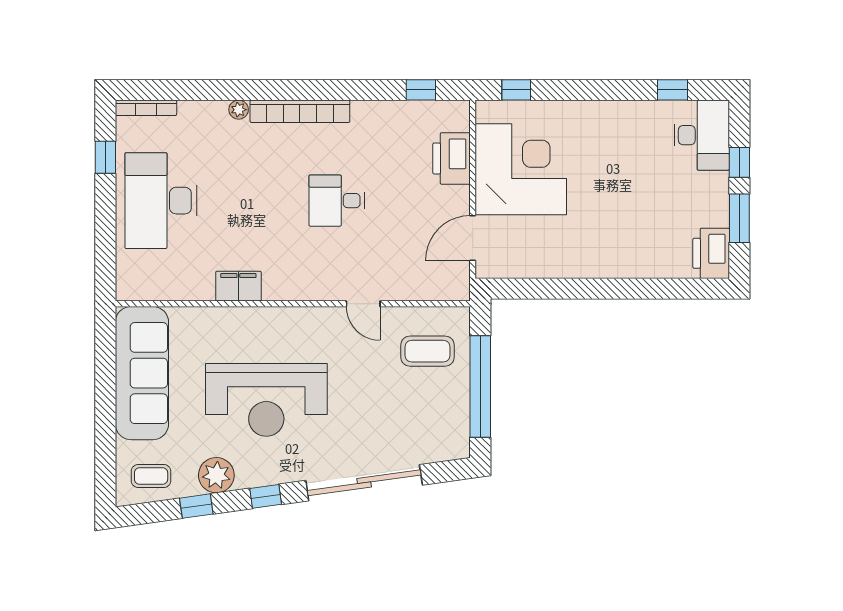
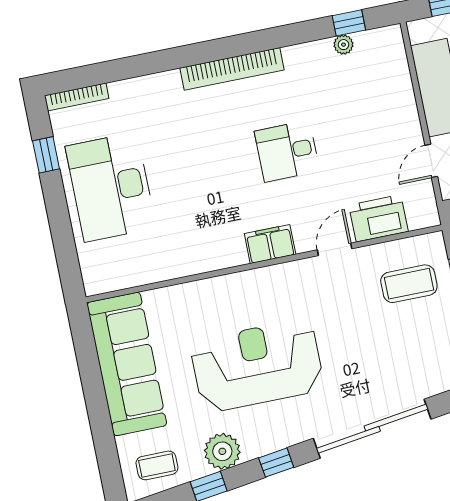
plant: (239, 110) -> (343, 45), moved
printer: (452, 158) -> (378, 218), moved, turned 90
door: (473, 238) -> (431, 161), width x0.73
filing cabinet: (238, 286) -> (270, 244), moved
door: (363, 304) -> (335, 249), swing flipped
reception desk: (266, 400) -> (257, 366), turned 180

